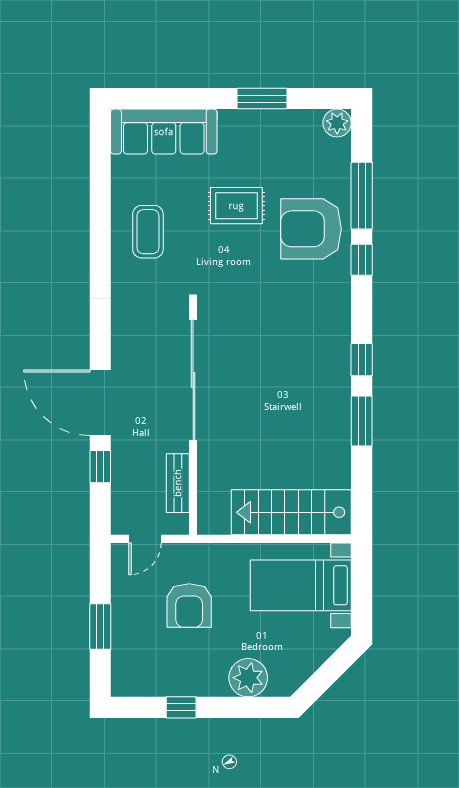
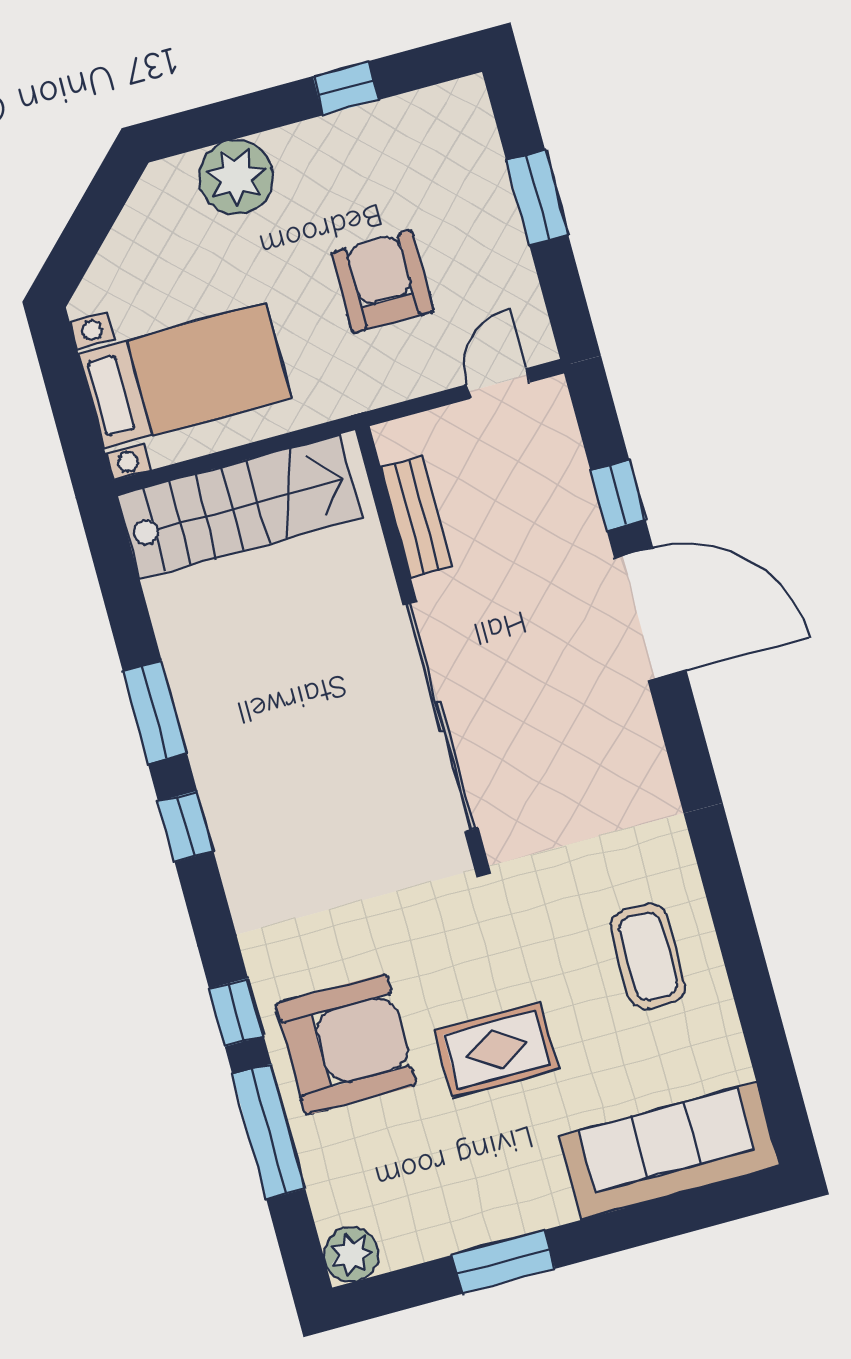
sliding door: (193, 380) -> (441, 717), moved
wall: (193, 419) -> (421, 645), moved
bench: (178, 483) -> (417, 517), moved

